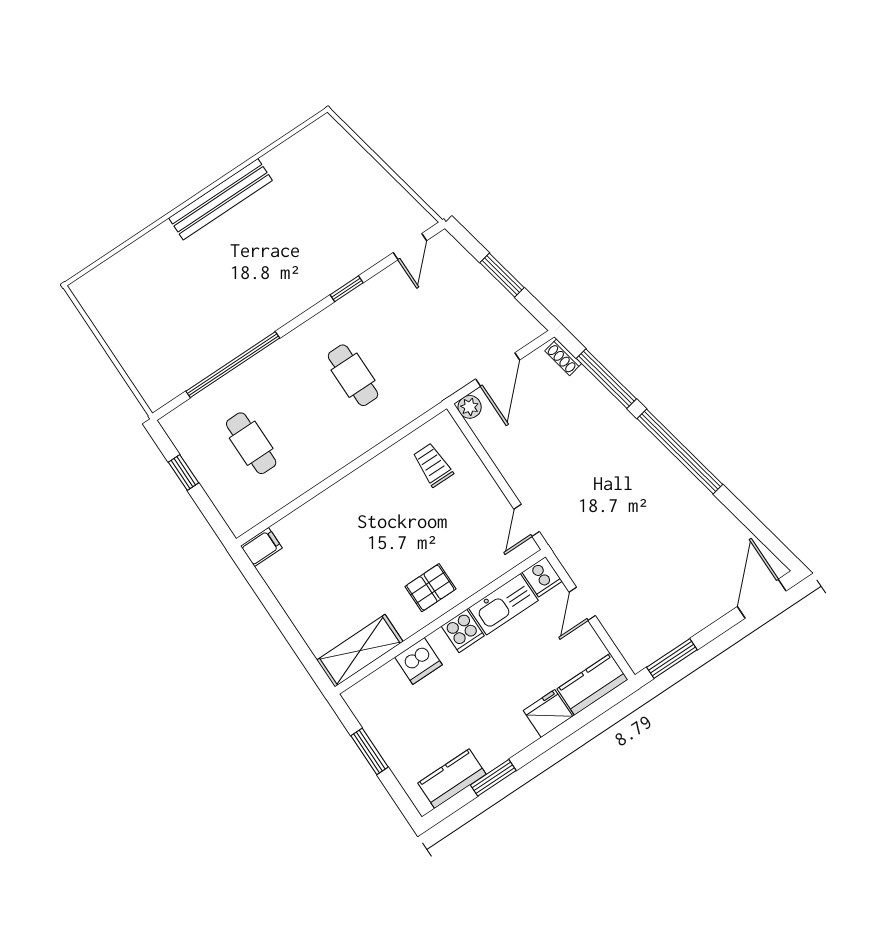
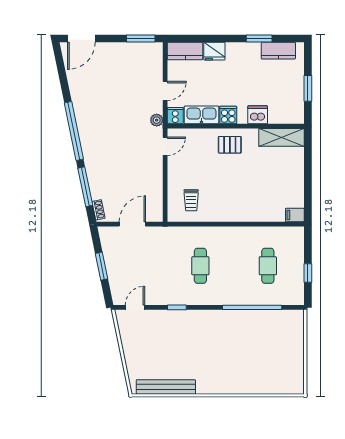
bench: (221, 199) -> (166, 387), moved
plant: (470, 407) -> (157, 120), moved

